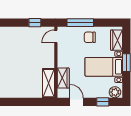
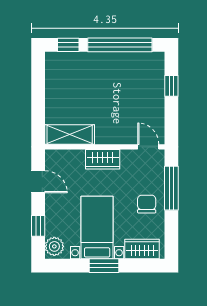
window: (35, 23) -> (171, 86), moved
wardrobe: (63, 78) -> (103, 159), moved
door: (77, 102) -> (38, 182), hinge flipped

